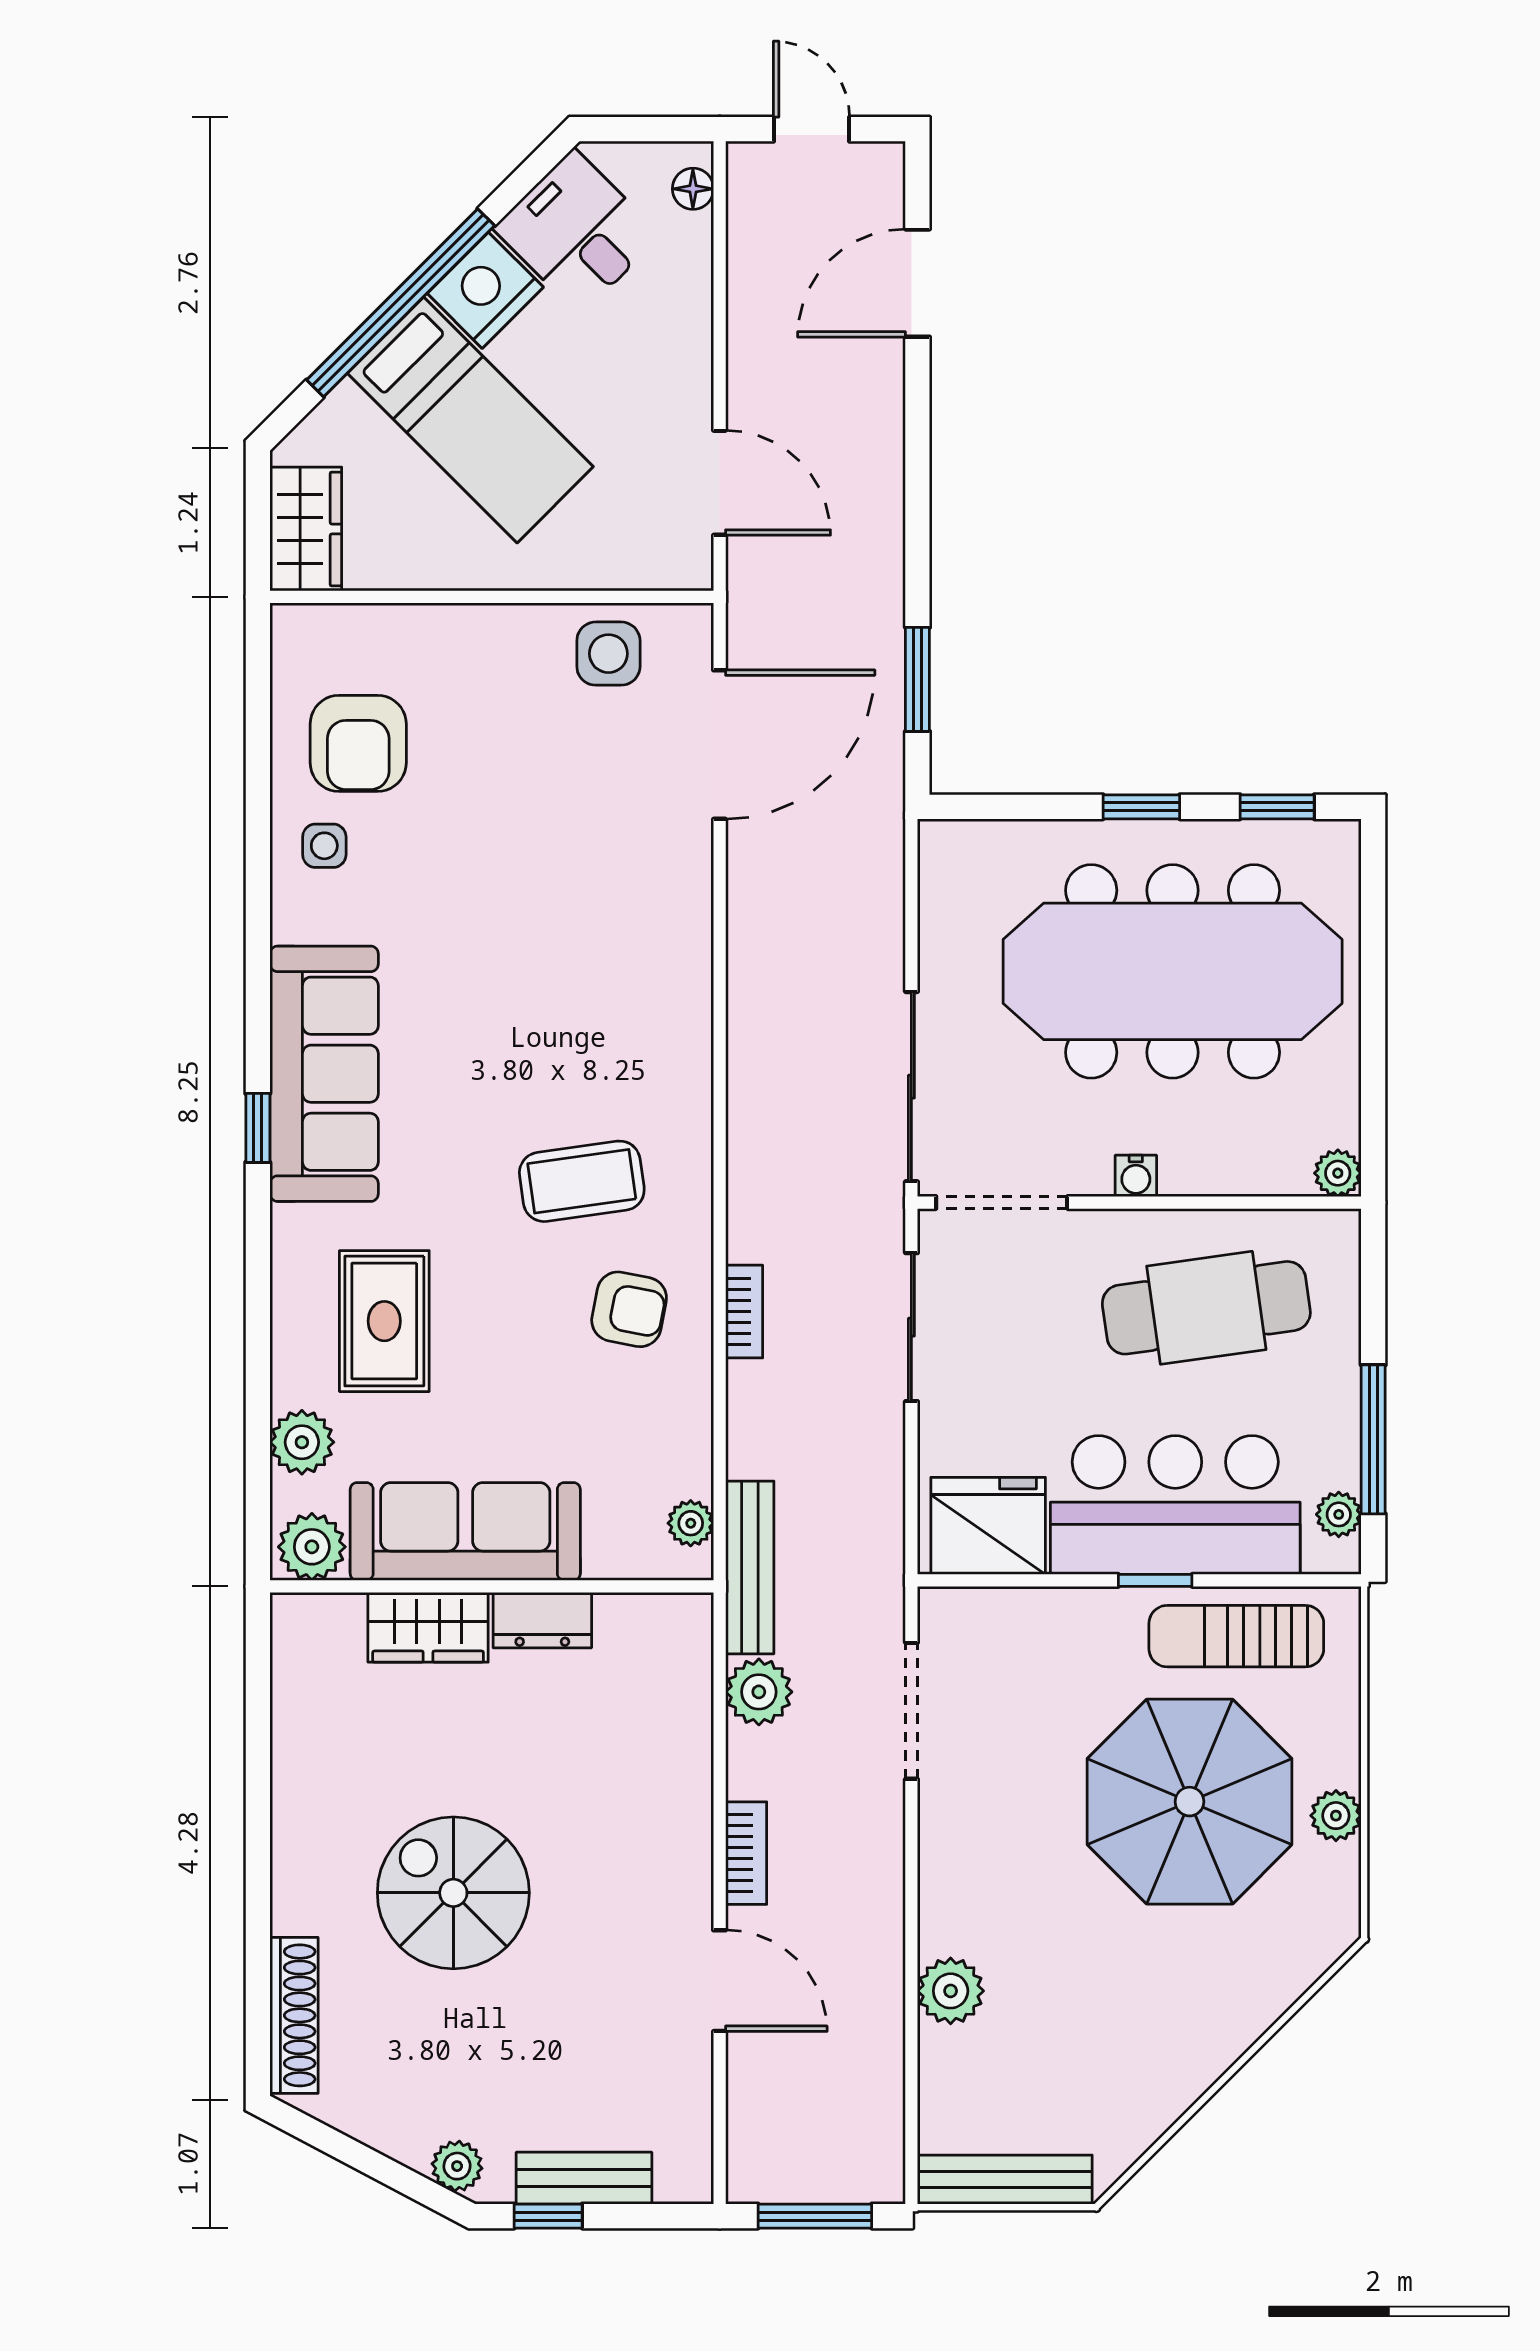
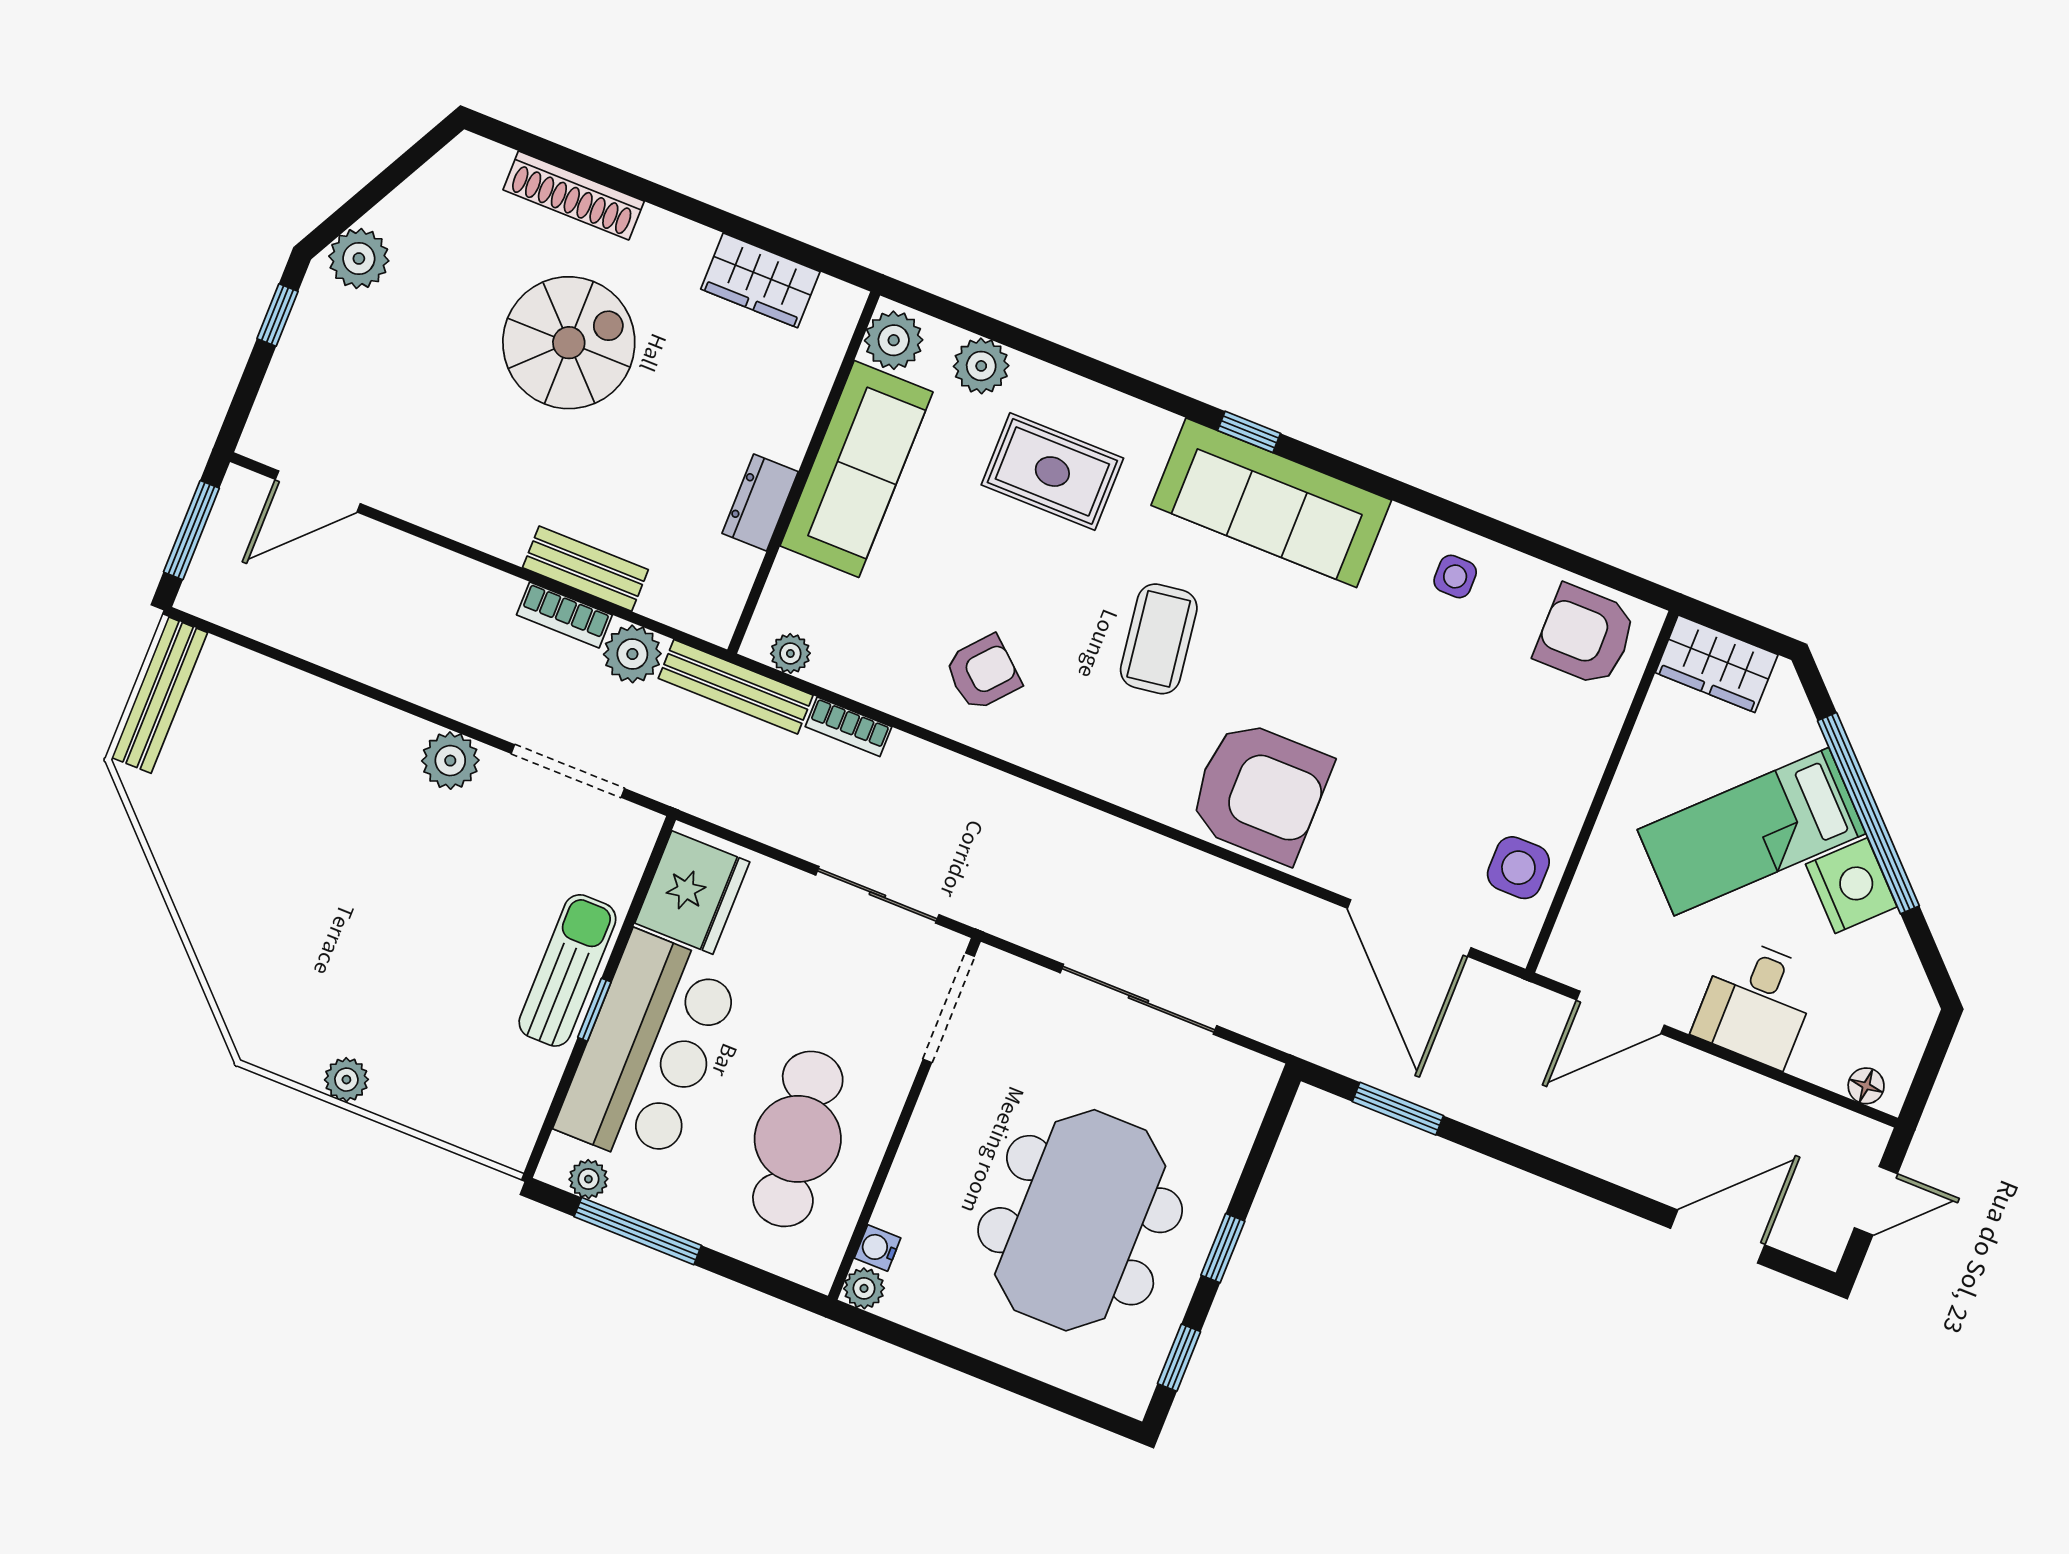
desk: (577, 232) -> (1756, 1003), moved, turned 135
door: (917, 283) -> (1718, 1237), hinge flipped
armchair: (358, 743) -> (1585, 635), moved
armchair: (638, 963) -> (1260, 791), added
meeting table: (1173, 971) -> (1080, 1220), width x0.73
sliding door: (911, 1087) -> (1138, 999), moved
water cooler: (1136, 1176) -> (878, 1248), moved
coffee table: (582, 1181) -> (1159, 639), moved
armchair: (629, 1309) -> (983, 673), turned -150
bookcase: (744, 1312) -> (848, 727), moved
wardrobe: (428, 1627) -> (760, 280), moved, turned -90
sun lounger: (1236, 1636) -> (567, 970), moved
parasol: (1190, 1802) -> (405, 966), removed
bookcase: (746, 1853) -> (564, 615), moved
door: (720, 1981) -> (318, 491), moved
plant: (951, 1991) -> (450, 761), moved
shoe rack: (294, 2015) -> (574, 195), moved
plant: (457, 2166) -> (359, 259), width x1.38, depth x1.38
bench: (584, 2178) -> (585, 569), moved, turned 90

